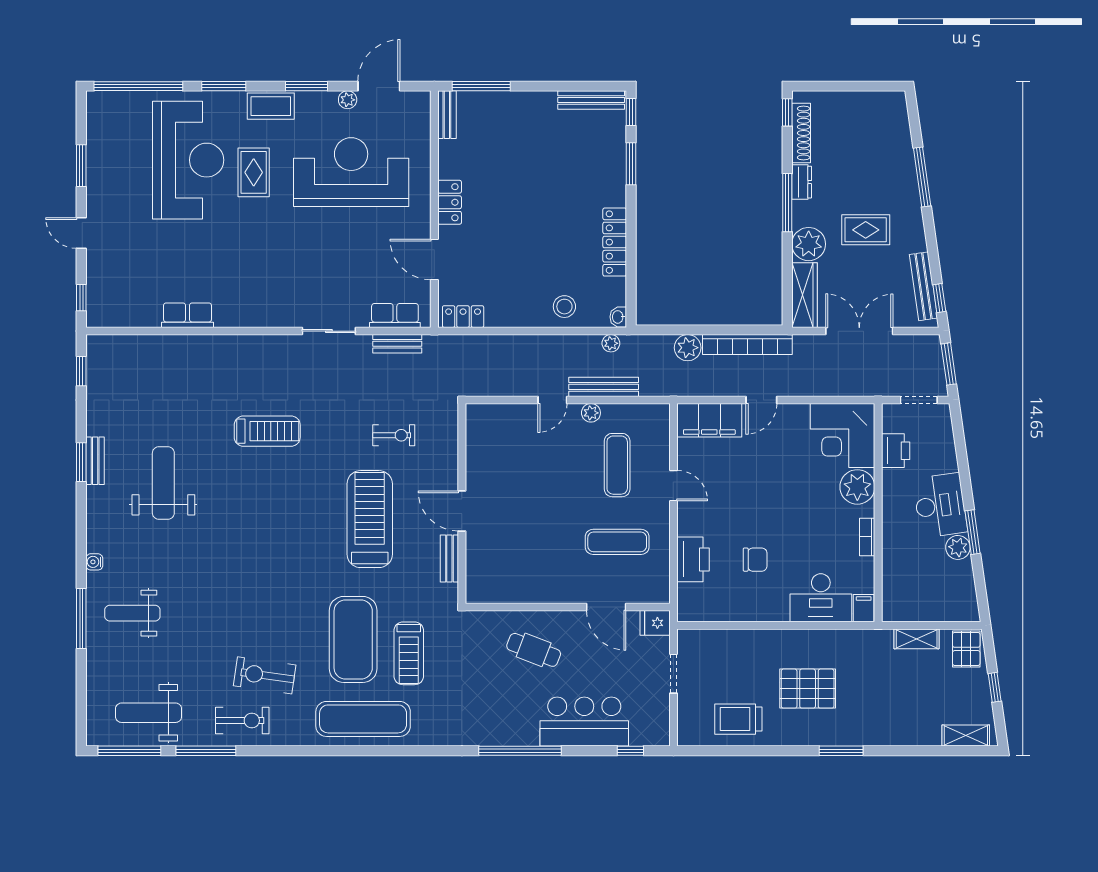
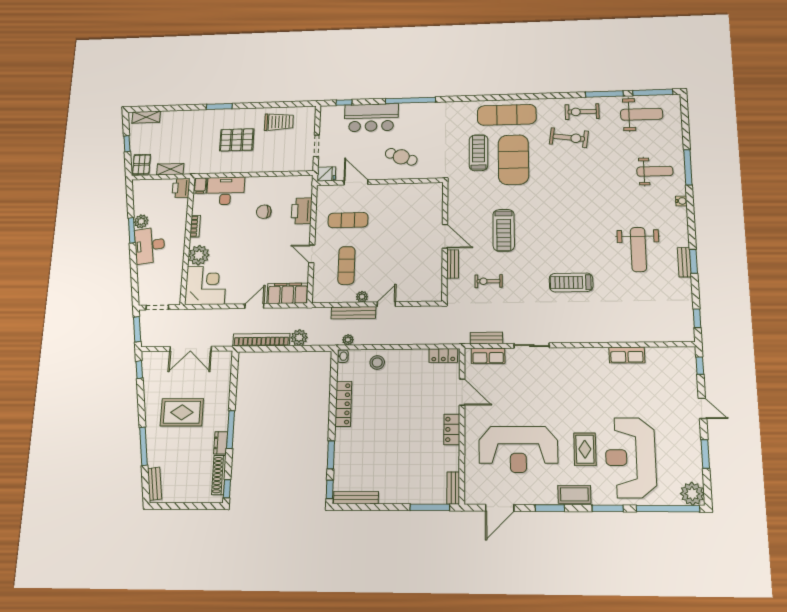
plant: (348, 100) -> (692, 494), moved, width x1.88, depth x1.88
rug: (866, 230) -> (182, 412), width x1.36, depth x1.43
plant: (809, 244) -> (219, 403), removed
bench: (924, 286) -> (155, 484), moved, width x0.73
wardrobe: (804, 295) -> (223, 371), removed
printer: (896, 451) -> (181, 188), moved
treadmill: (370, 519) -> (504, 230), width x0.73, depth x0.73
bench: (449, 558) -> (453, 264), moved

